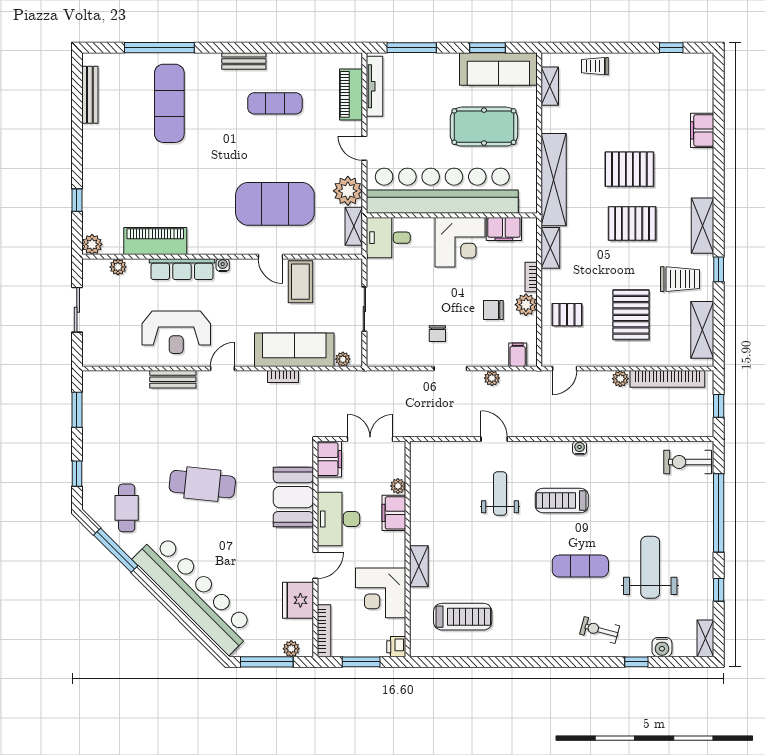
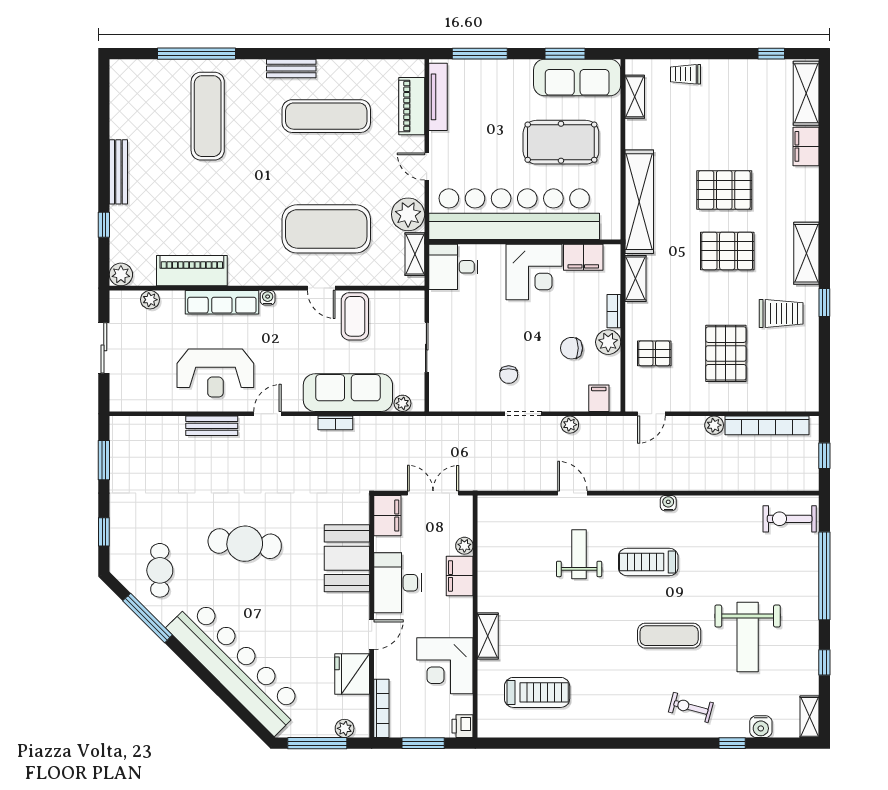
bench: (90, 95) -> (118, 172), moved
exercise mat: (275, 103) -> (326, 116), width x1.36, depth x1.45
shelving: (702, 330) -> (806, 93), moved
weight bench: (650, 567) -> (748, 637), turned 180

